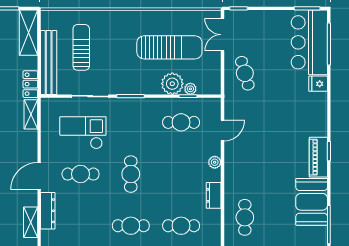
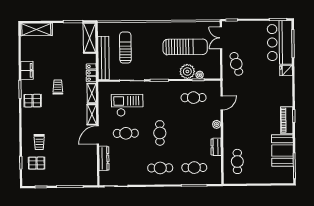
shelving: (31, 222) -> (92, 115), moved

